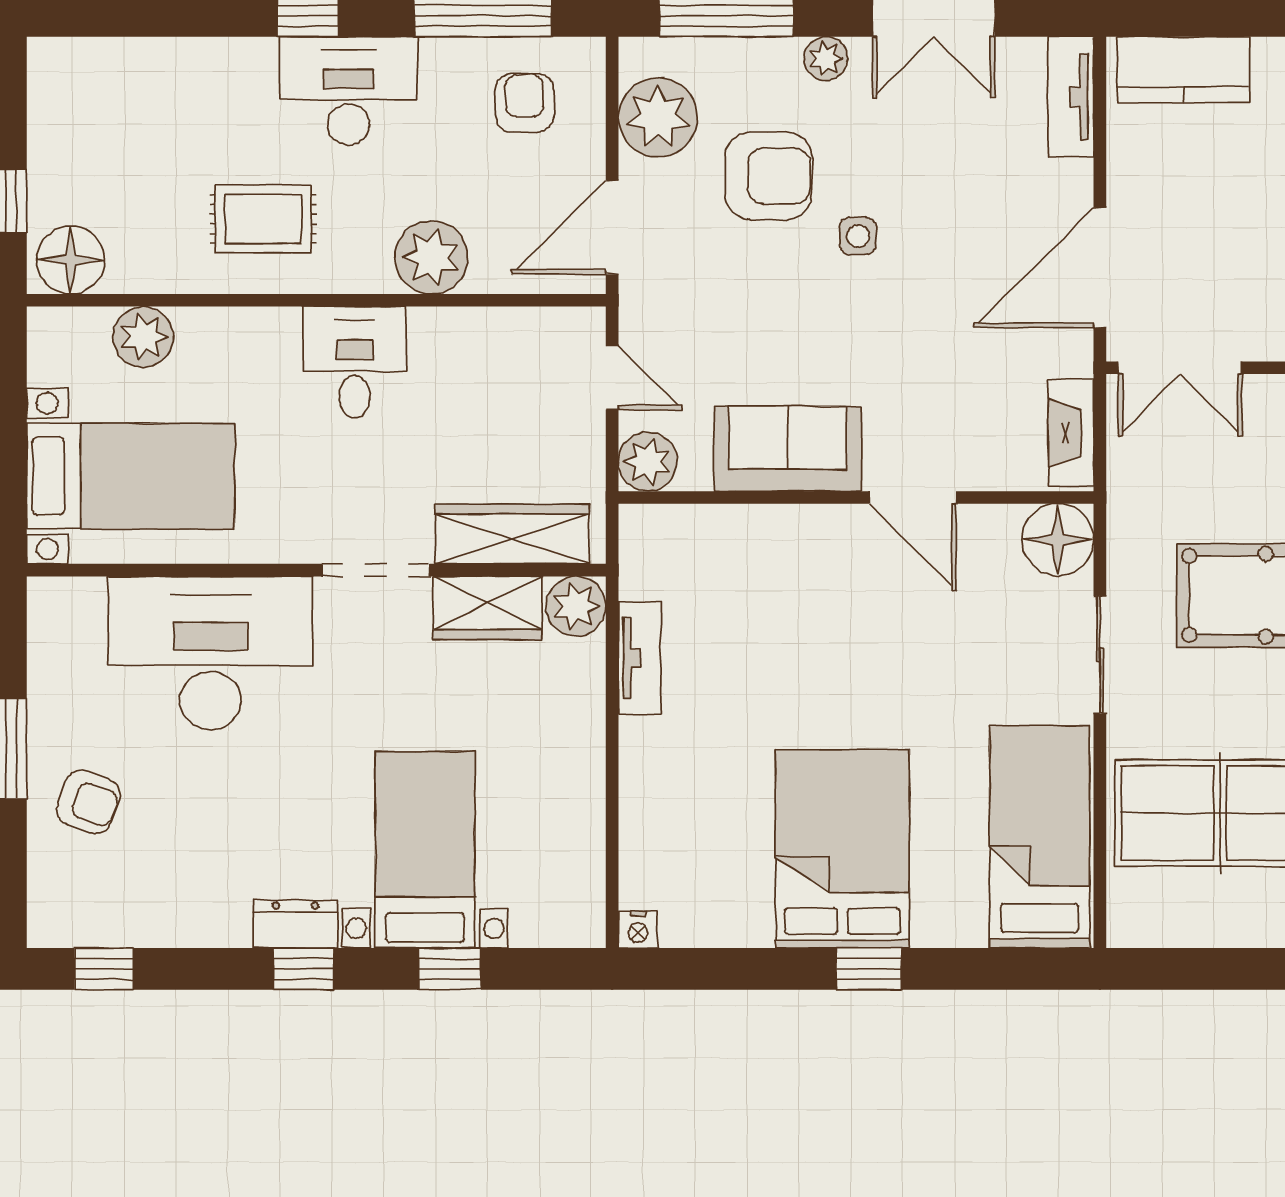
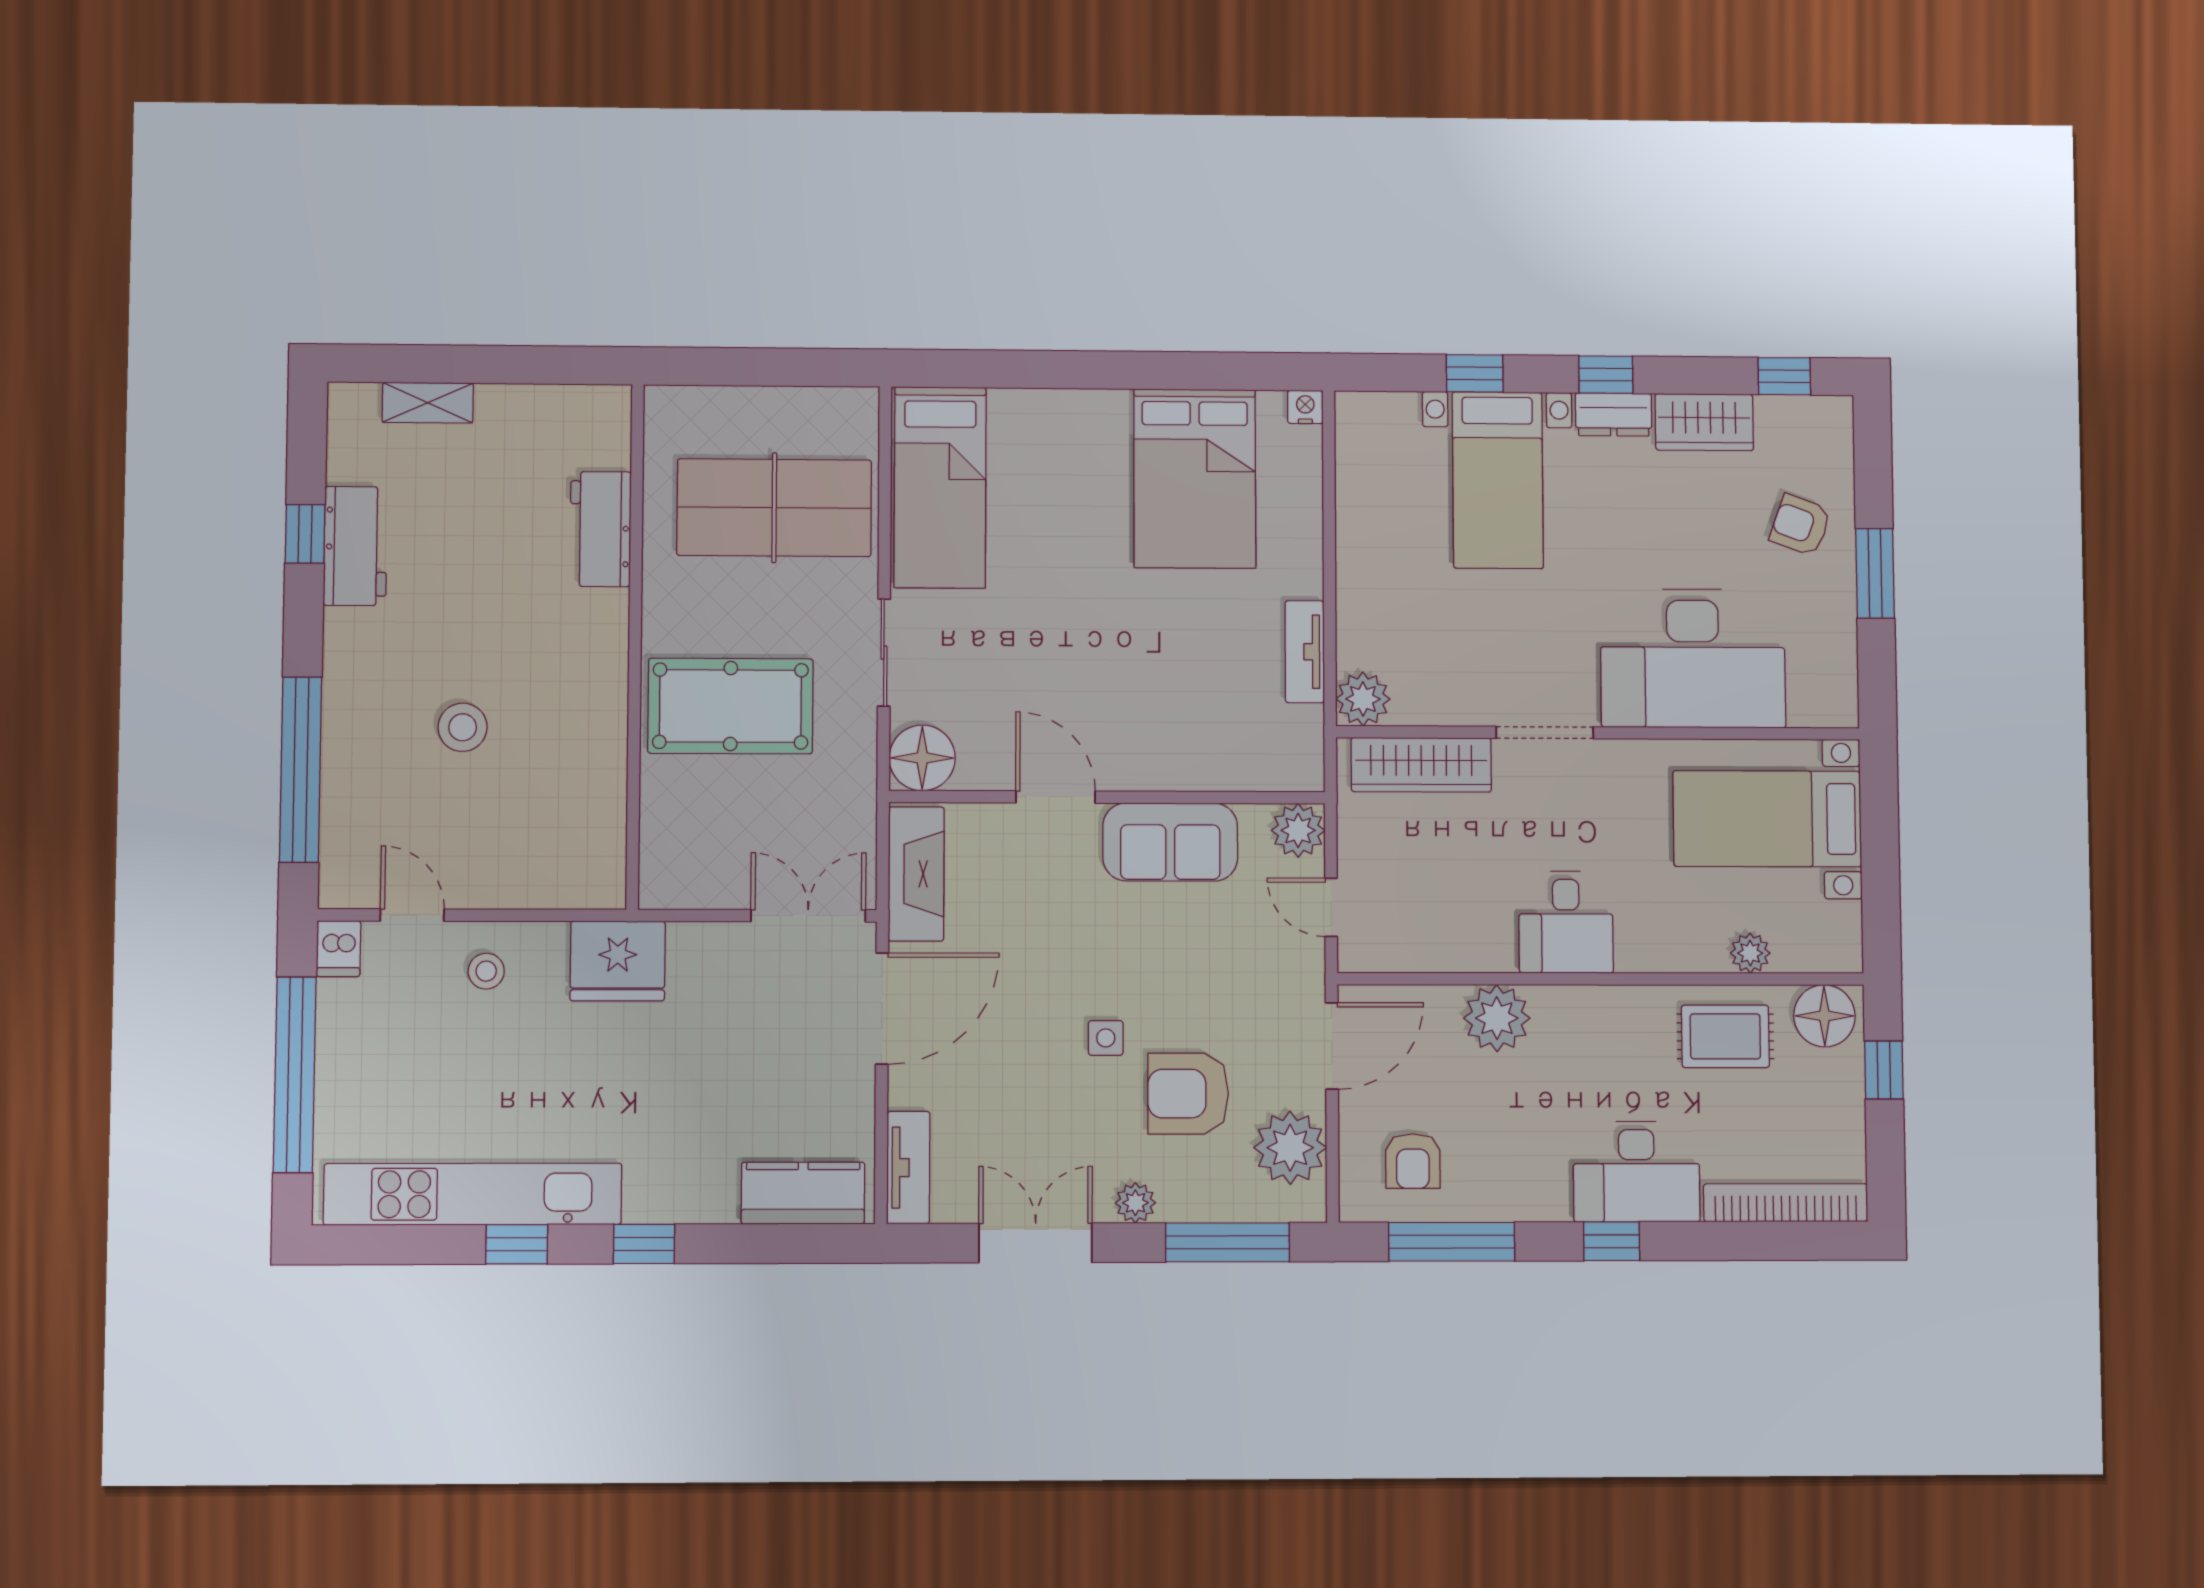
bookcase: (117, 57) -> (1786, 1203), added
desk: (349, 91) -> (1637, 1172), moved
rug: (263, 219) -> (1725, 1036), moved
plant: (143, 337) -> (1750, 953), width x0.73, depth x0.73
fireplace: (1071, 433) -> (916, 874), width x1.37, depth x1.32
wardrobe: (487, 608) -> (1704, 422), moved, turned 180
bed: (842, 849) -> (1195, 479), moved
window: (869, 969) -> (1096, 370), removed

